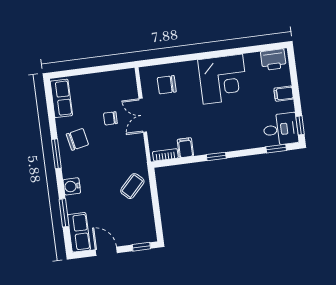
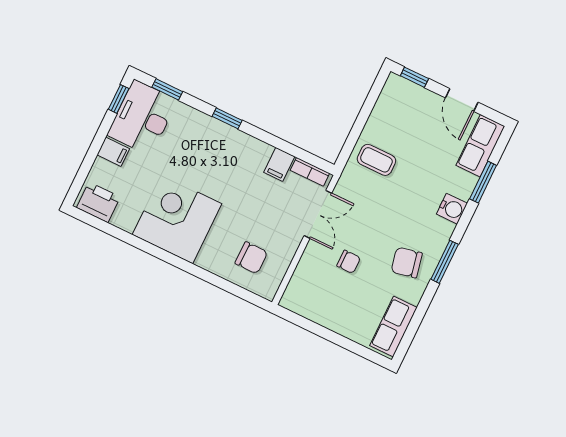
double door: (143, 115) -> (318, 214), moved
desk: (281, 129) -> (142, 118), width x1.37
window: (216, 156) -> (227, 118), moved
coffee table: (132, 186) -> (376, 160), turned 46

